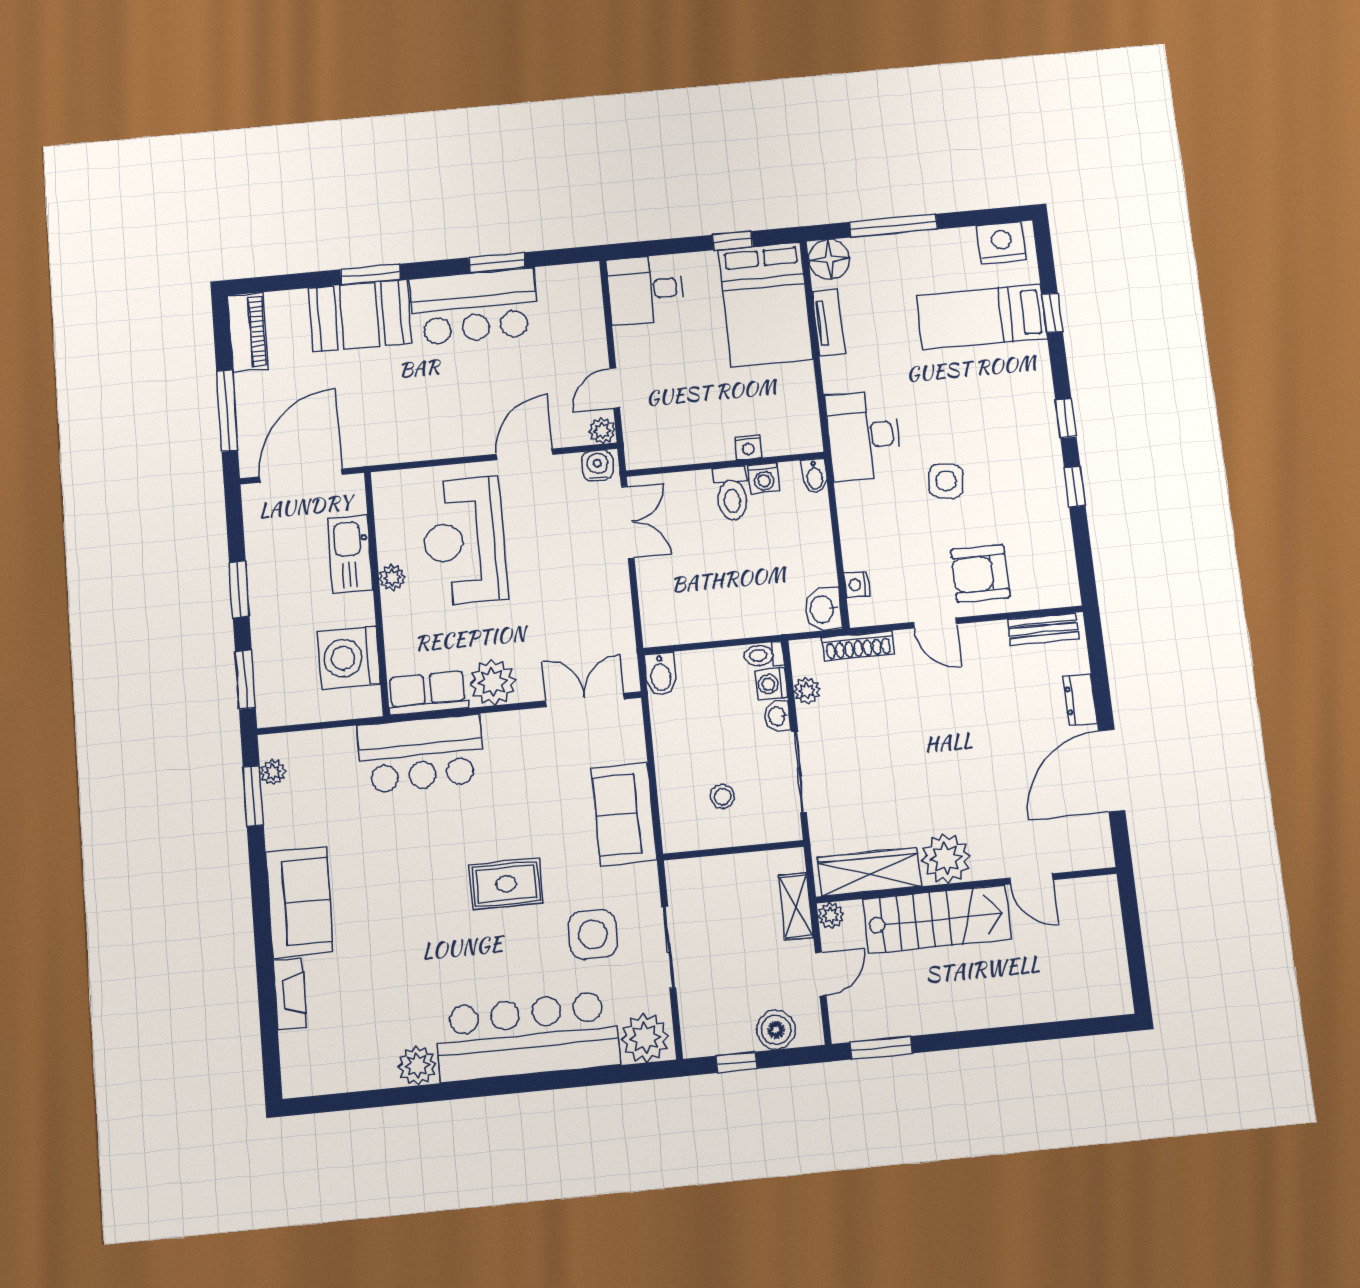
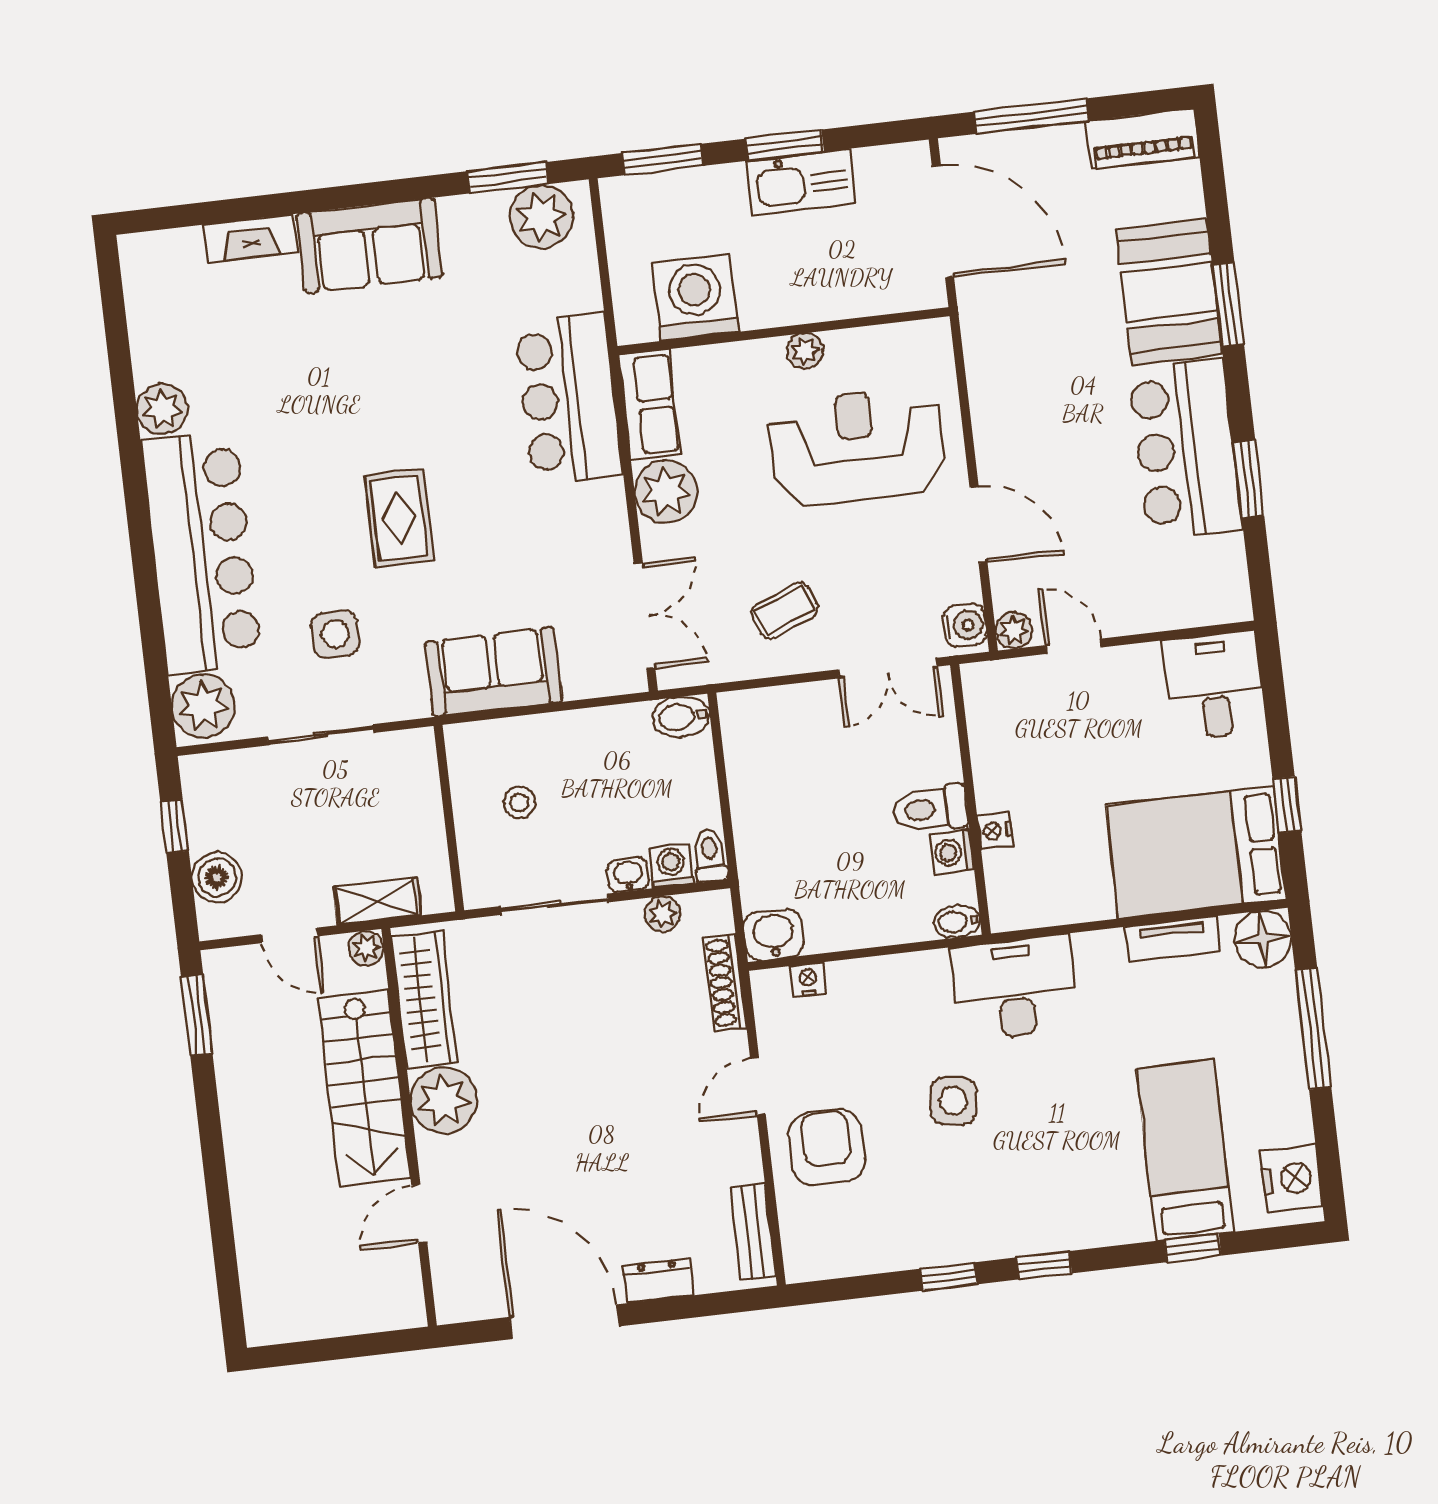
kitchen sink: (350, 554) -> (801, 182), moved, turned 180
coffee table: (584, 596) -> (785, 611), added
plant: (273, 772) -> (541, 217), width x1.87, depth x1.87
side table: (593, 935) -> (335, 634), width x0.73, depth x0.73

